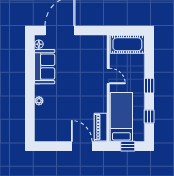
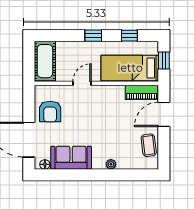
armchair: (84, 49) -> (50, 112), added
coffee table: (55, 133) -> (149, 145), added

